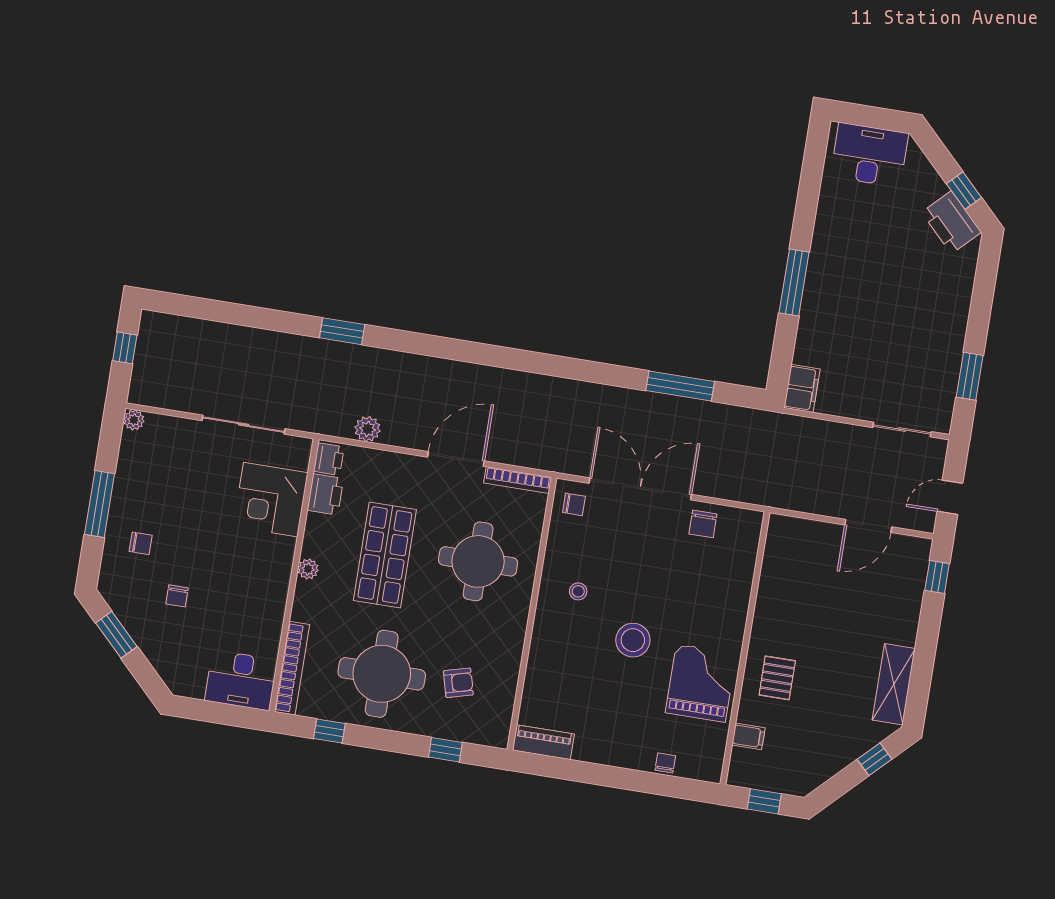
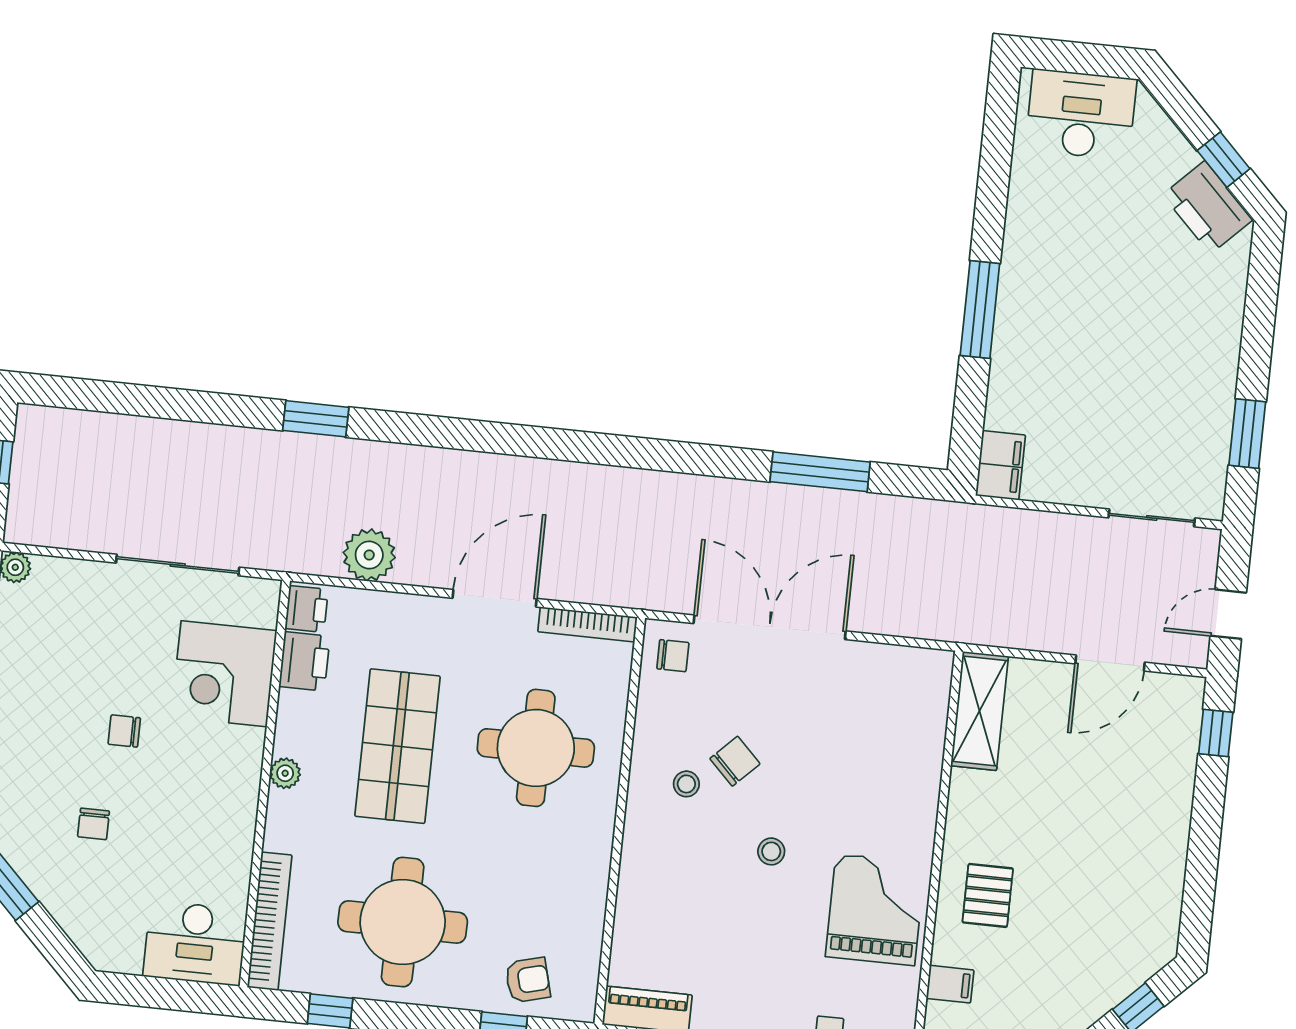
plant: (368, 429) -> (369, 555), width x1.36, depth x1.36
chair: (703, 524) -> (735, 761), moved, turned -135
chair: (141, 543) -> (124, 731), moved, turned 180
stool: (633, 640) -> (771, 851), width x0.53, depth x0.53
armchair: (458, 683) -> (528, 980), moved
shelving: (894, 684) -> (980, 711), moved

